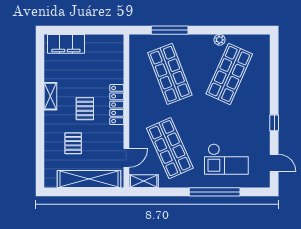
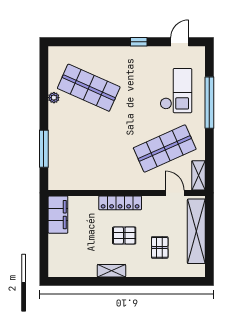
filing cabinet: (66, 44) -> (58, 215), moved
shop shelf: (170, 74) -> (89, 148), removed
pallet: (73, 143) -> (160, 247), turned 90

